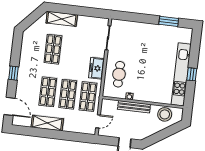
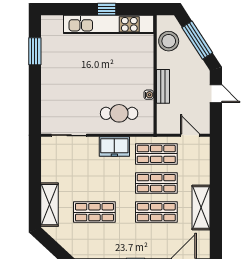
bench: (134, 107) -> (163, 86), width x0.73
window: (163, 134) -> (197, 40), added

